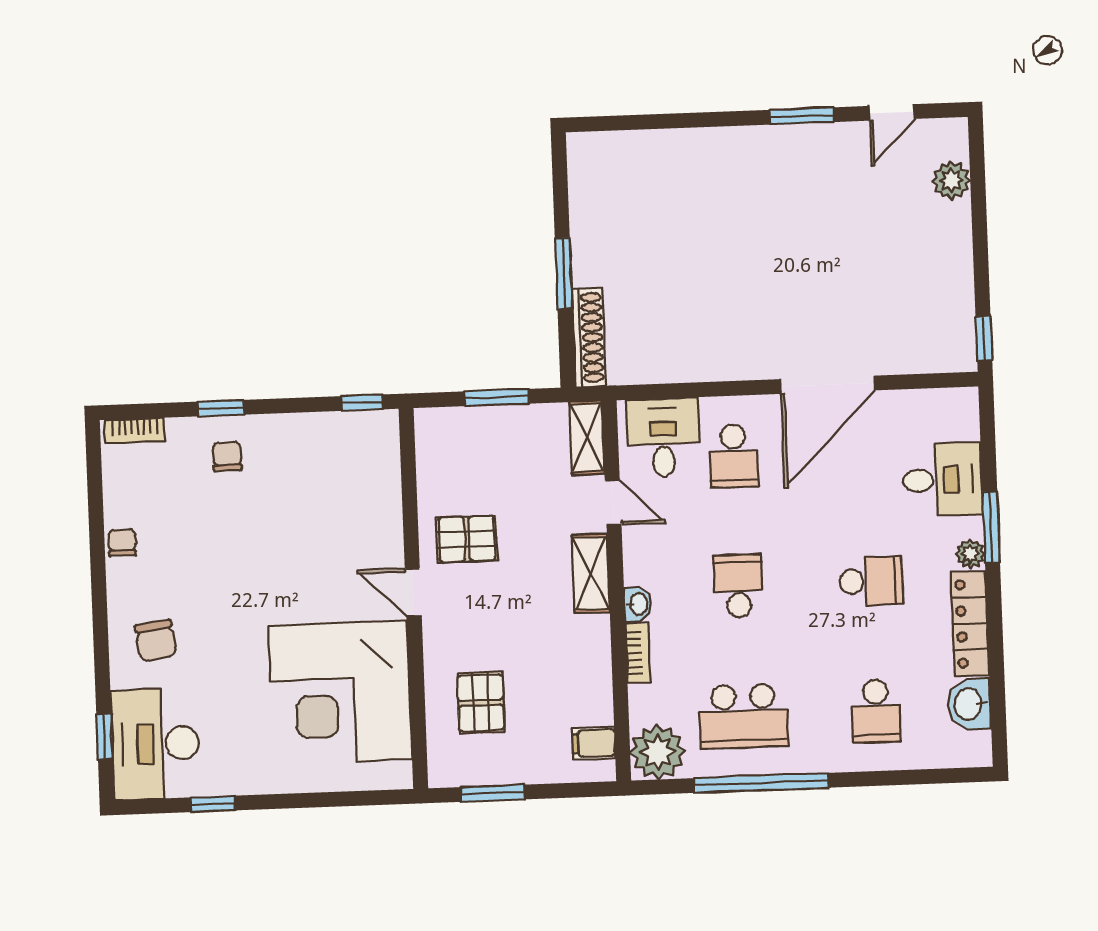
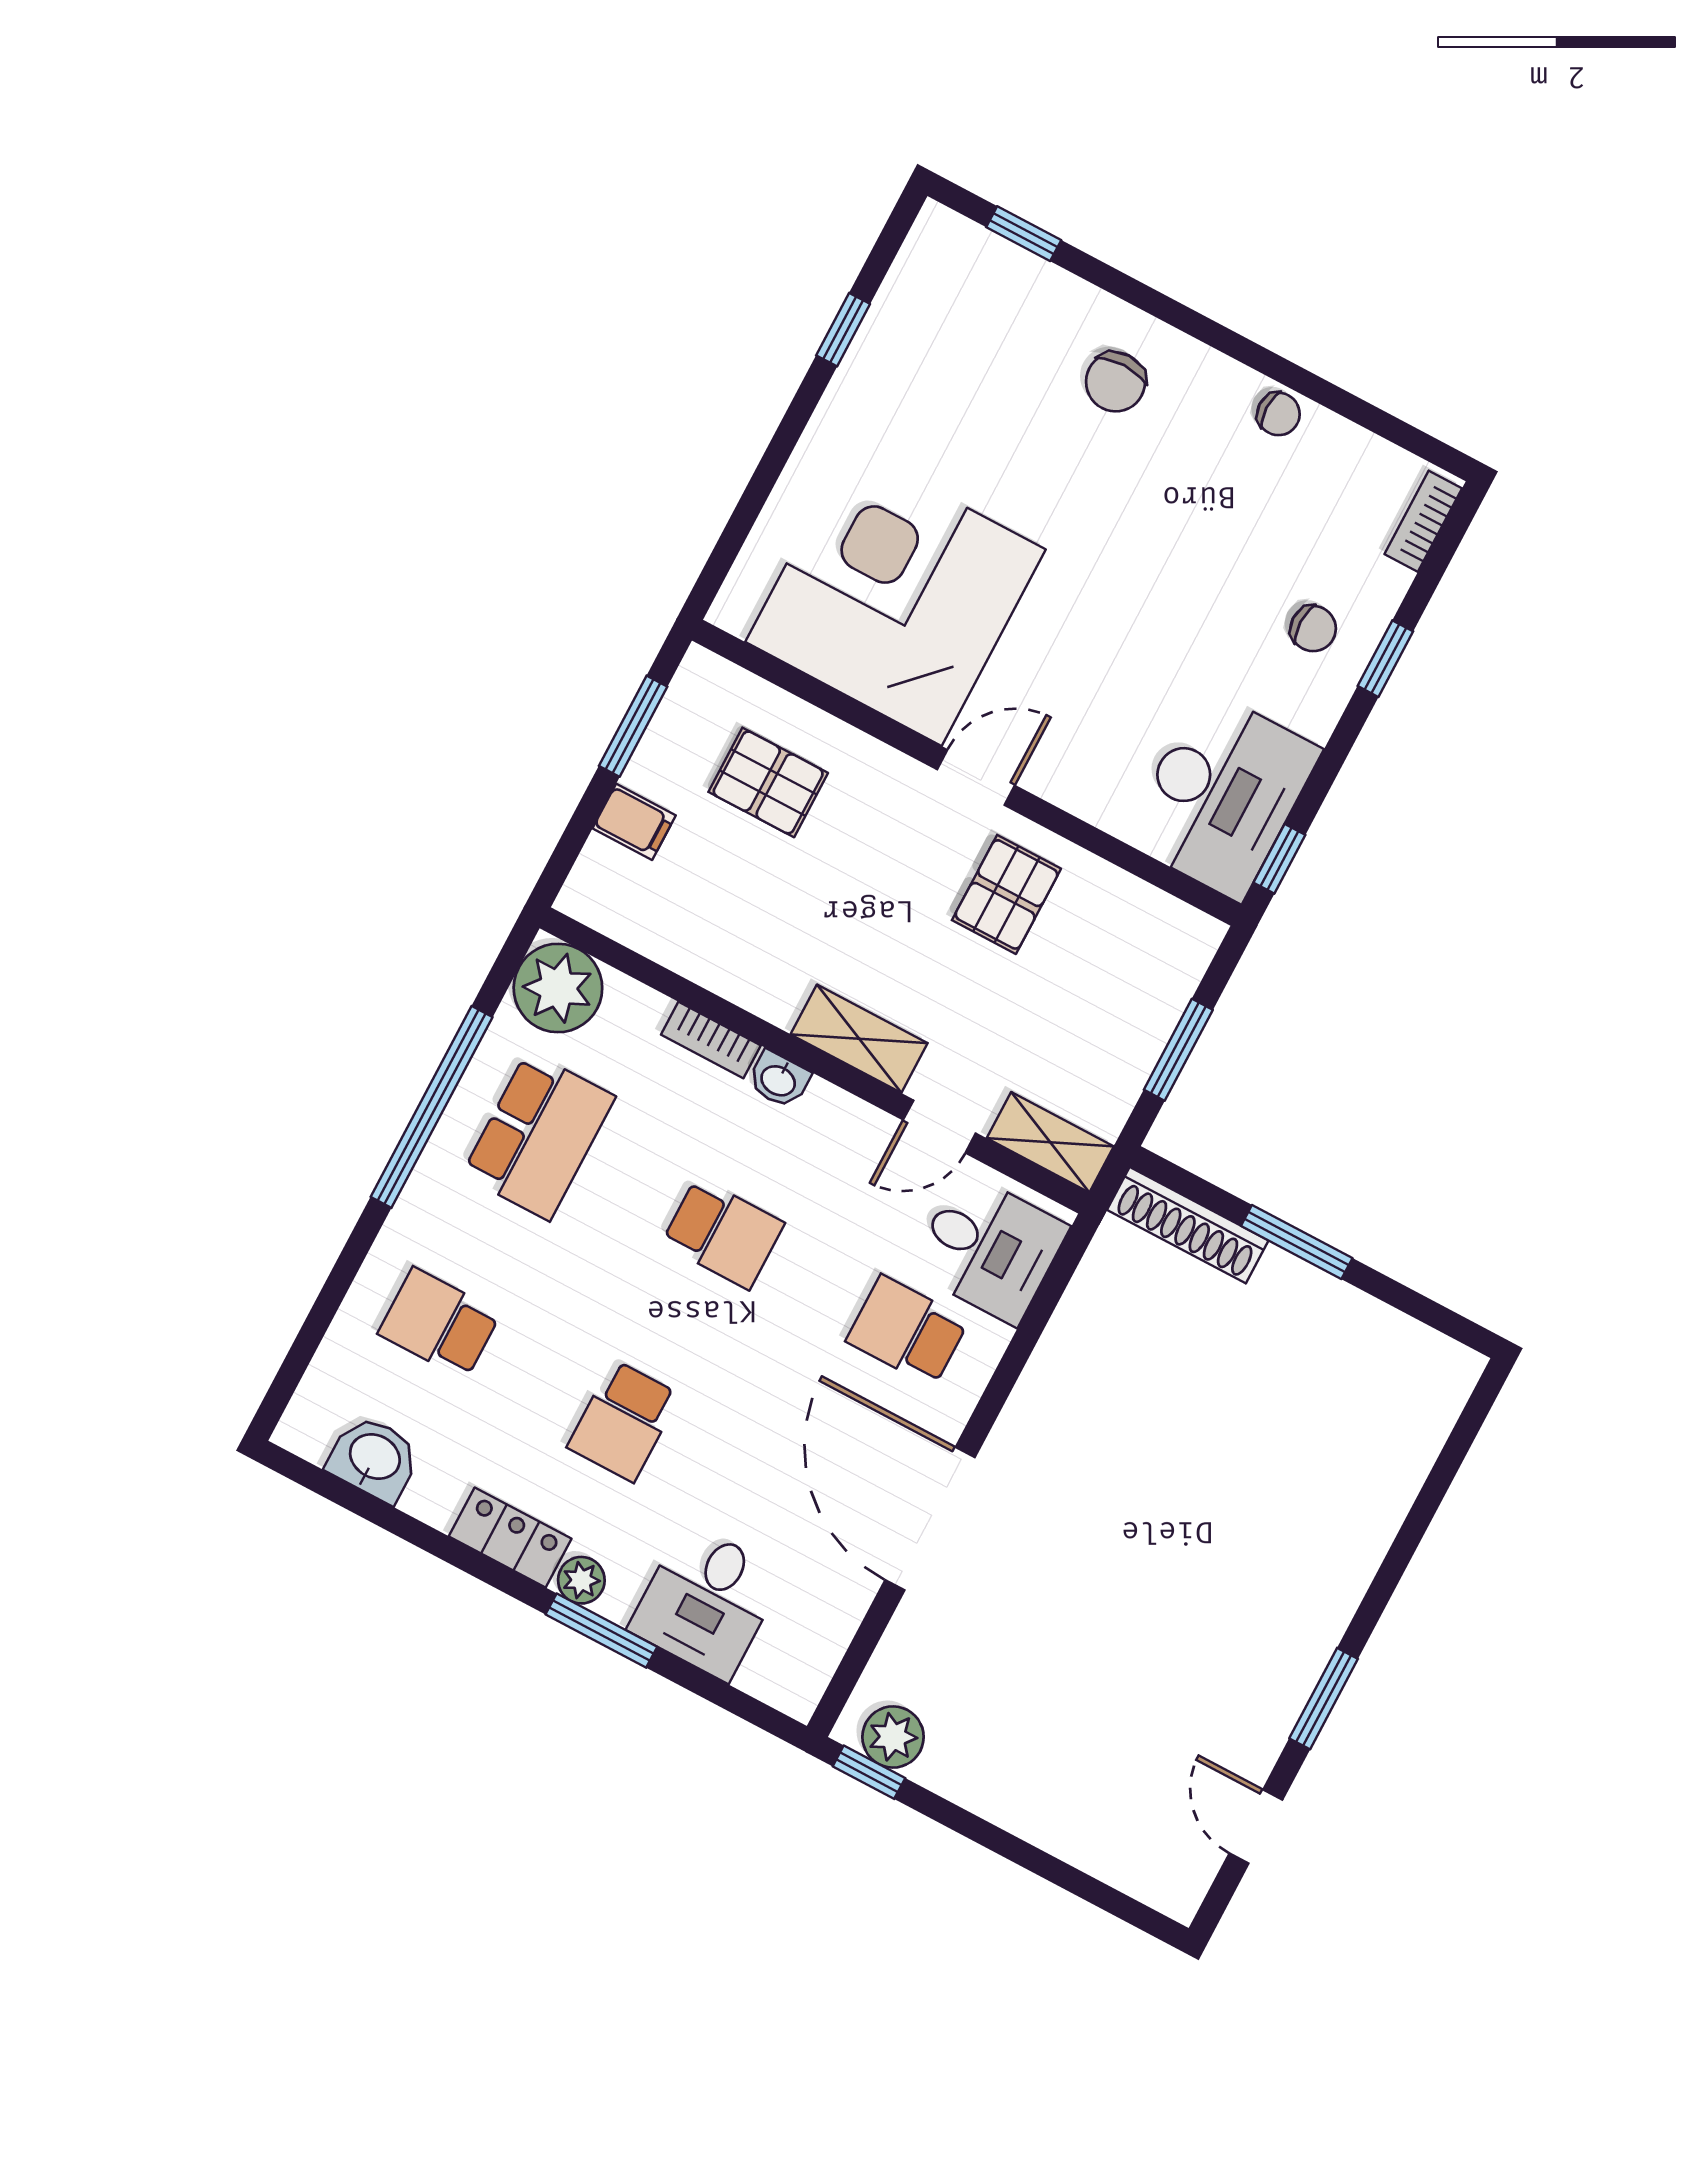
plant: (951, 180) -> (893, 1737), moved
locker: (970, 624) -> (510, 1538), width x0.66
chair: (156, 640) -> (1116, 382), turned -82
school desk: (744, 716) -> (539, 1136), turned 180
filing cabinet: (594, 743) -> (634, 822), moved, turned 90
desk: (155, 744) -> (1222, 795), moved, turned 90

